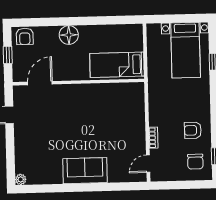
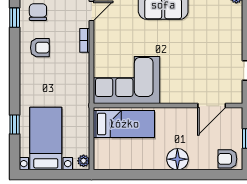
plant: (152, 31) -> (84, 161), added
armchair: (25, 36) -> (227, 159), turned -90
corner sofa: (116, 104) -> (126, 80), added

